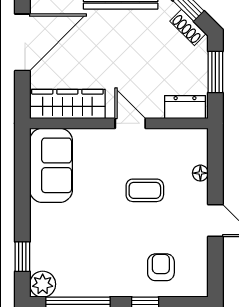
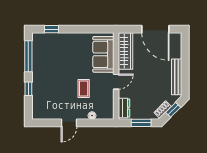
sofa: (51, 165) -> (103, 54), moved, turned 90
armchair: (161, 267) -> (46, 96), removed
plant: (43, 284) -> (38, 39), removed

